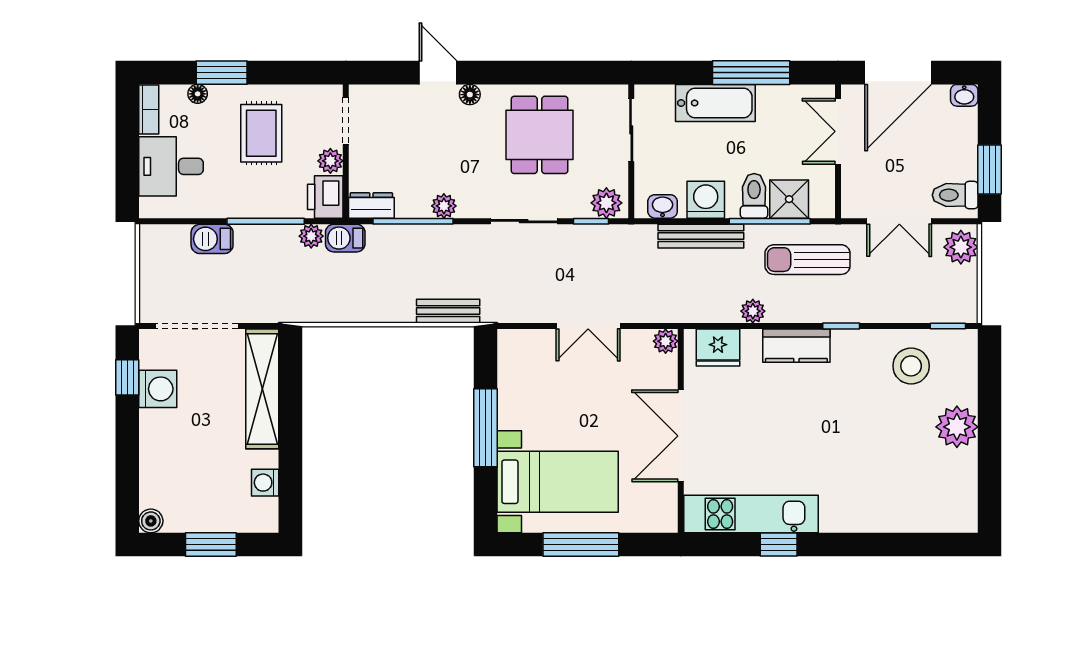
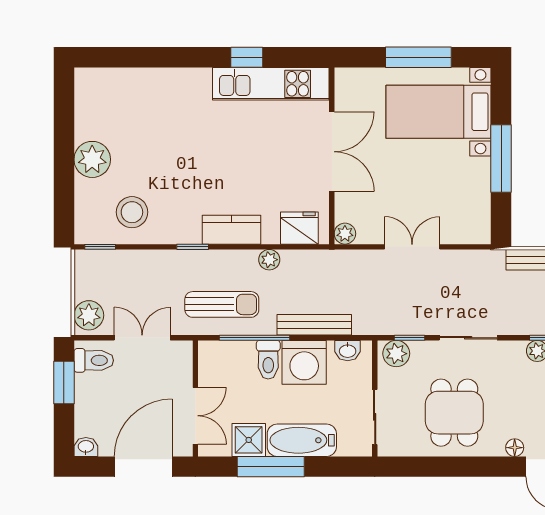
shower: (789, 199) -> (249, 440), moved
washing machine: (706, 200) -> (304, 362), width x1.37, depth x1.37

